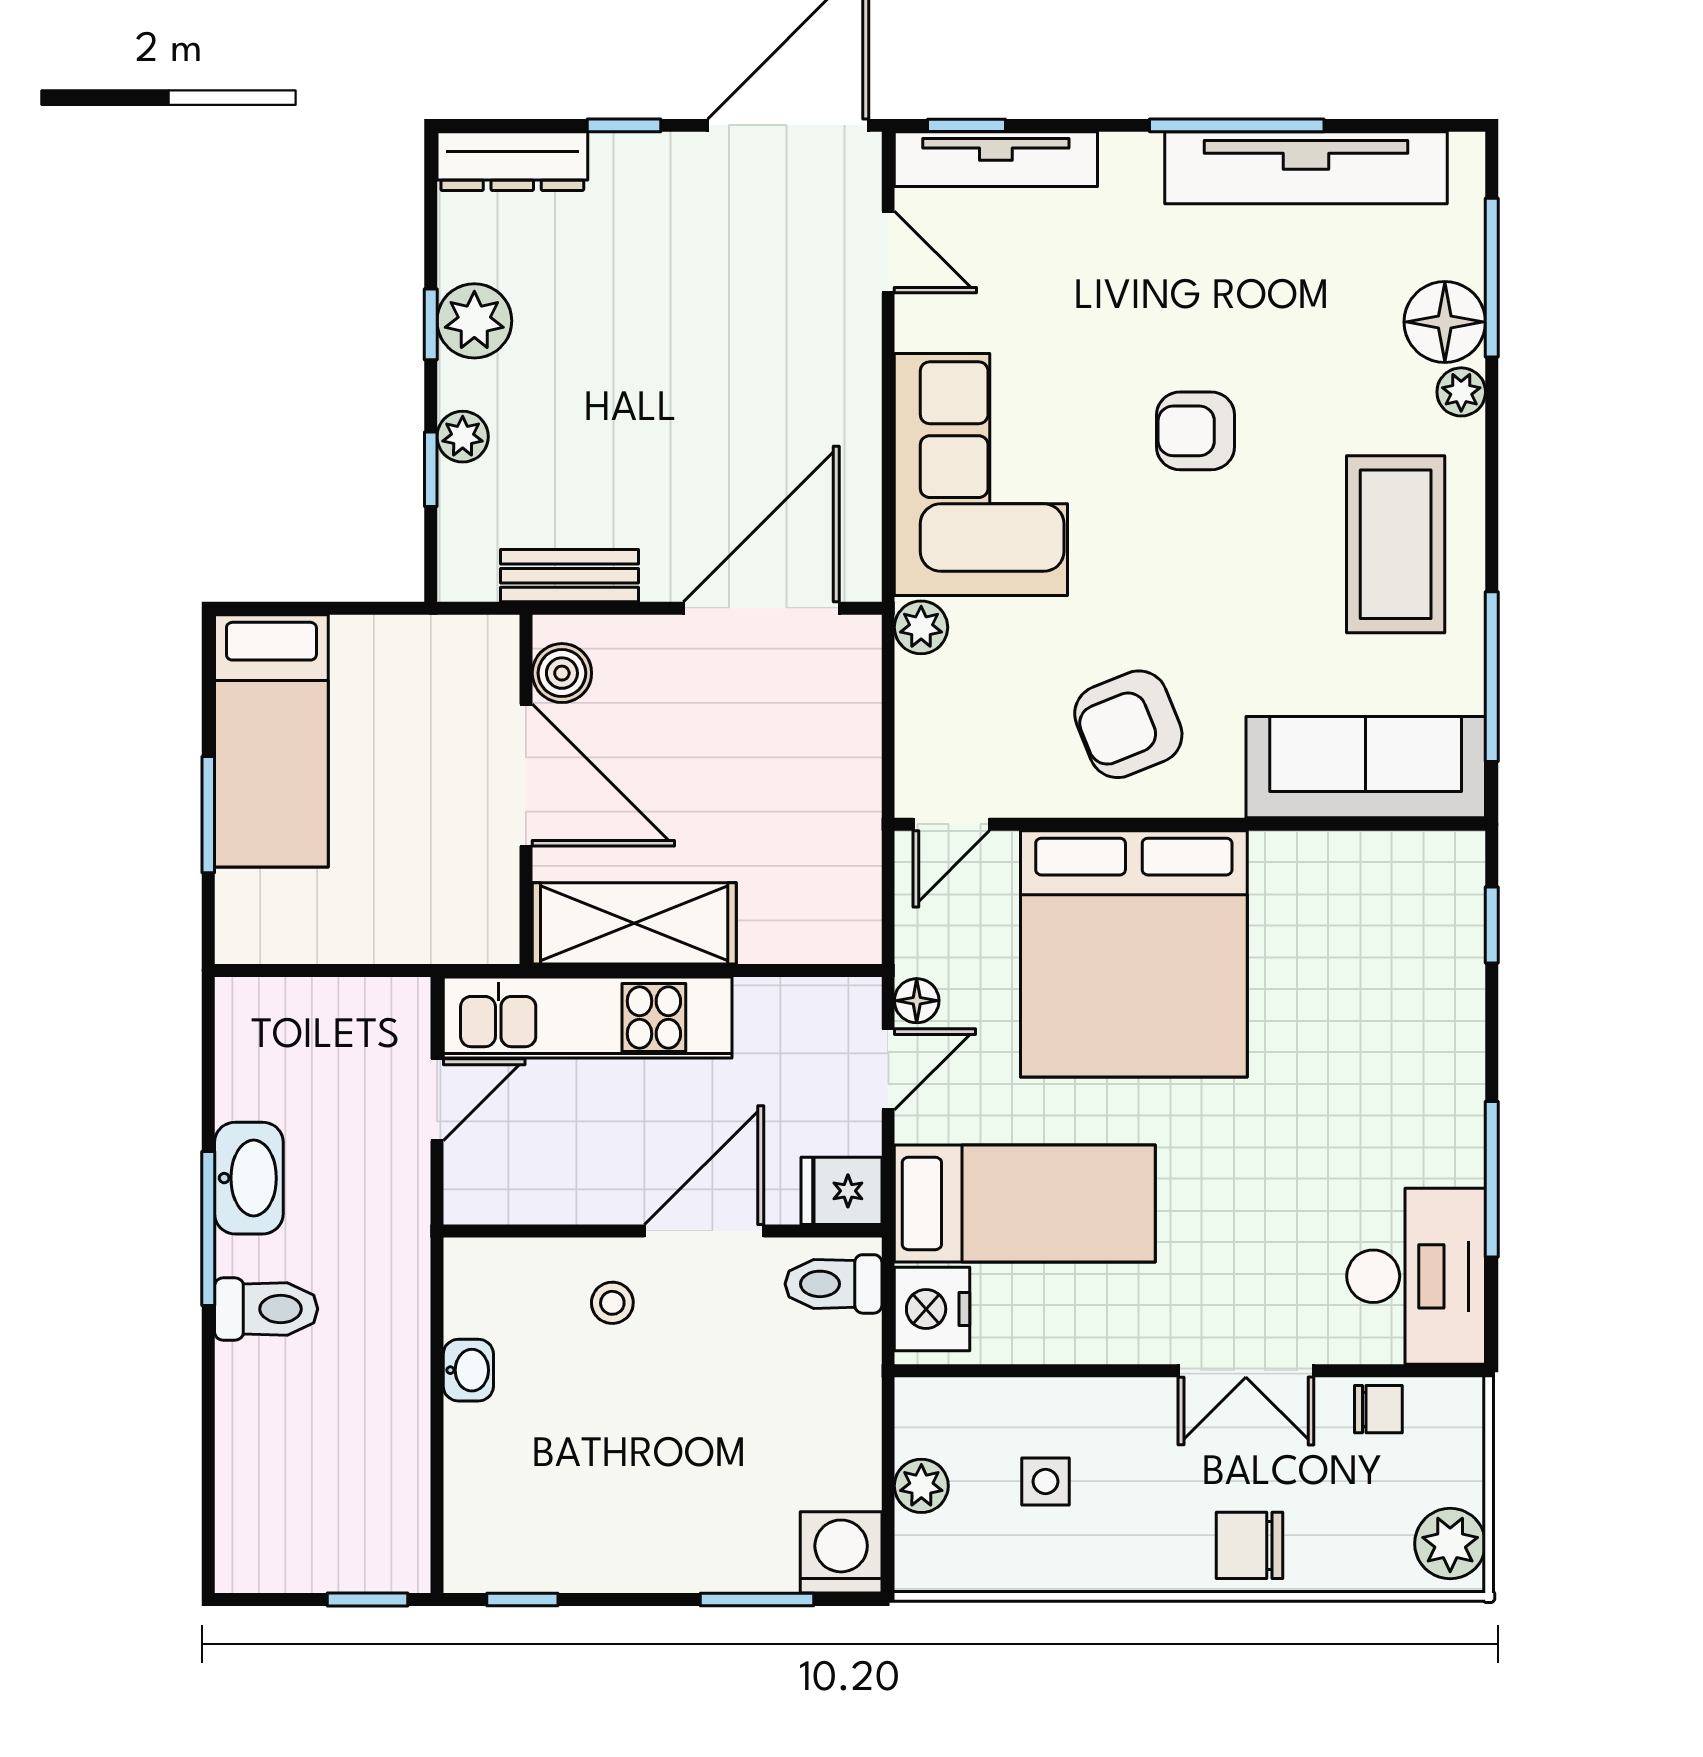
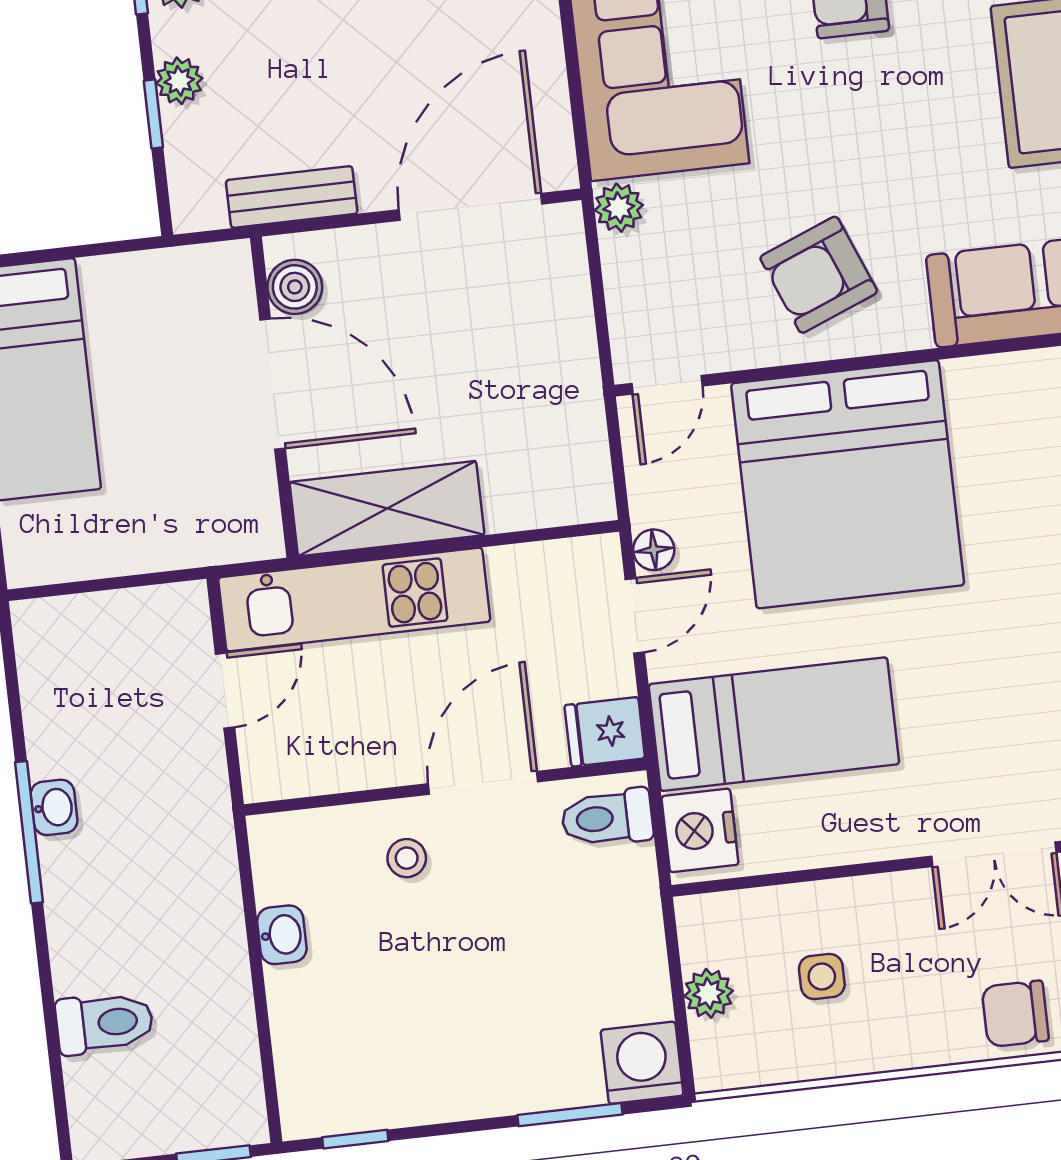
washbasin: (249, 1178) -> (54, 807), width x0.52, depth x0.69
toilet: (266, 1309) -> (104, 1023), moved

